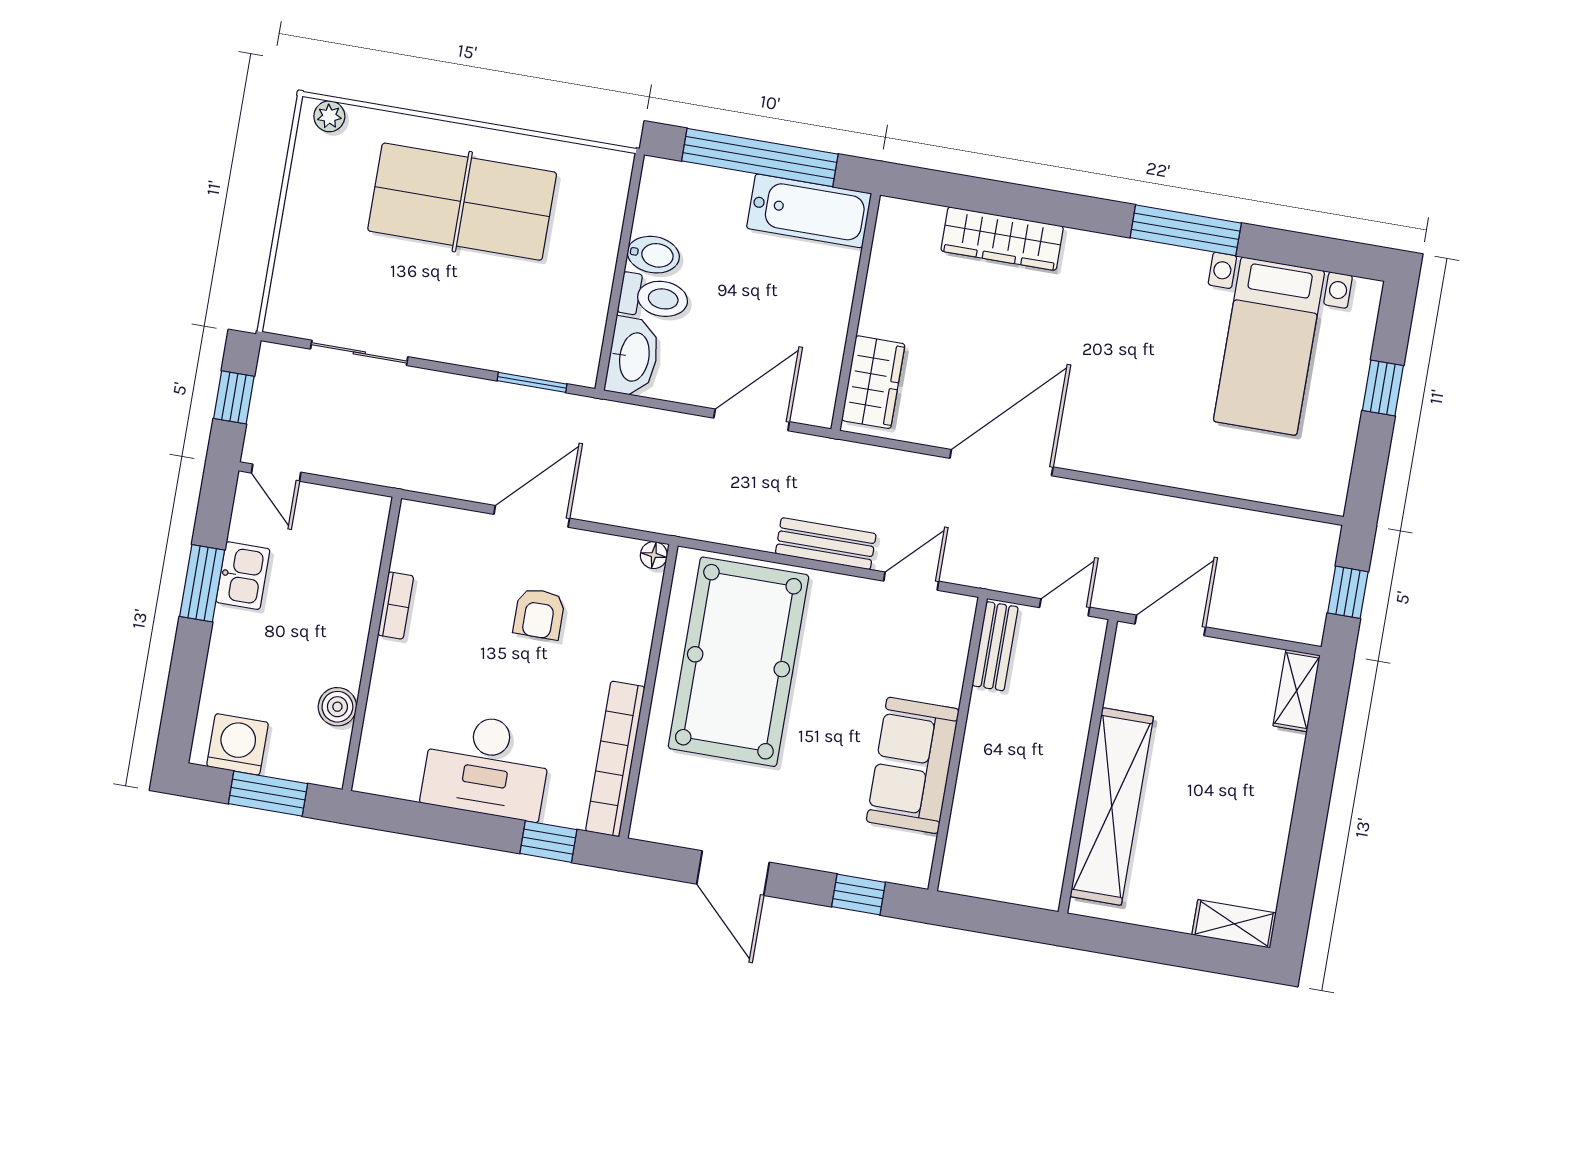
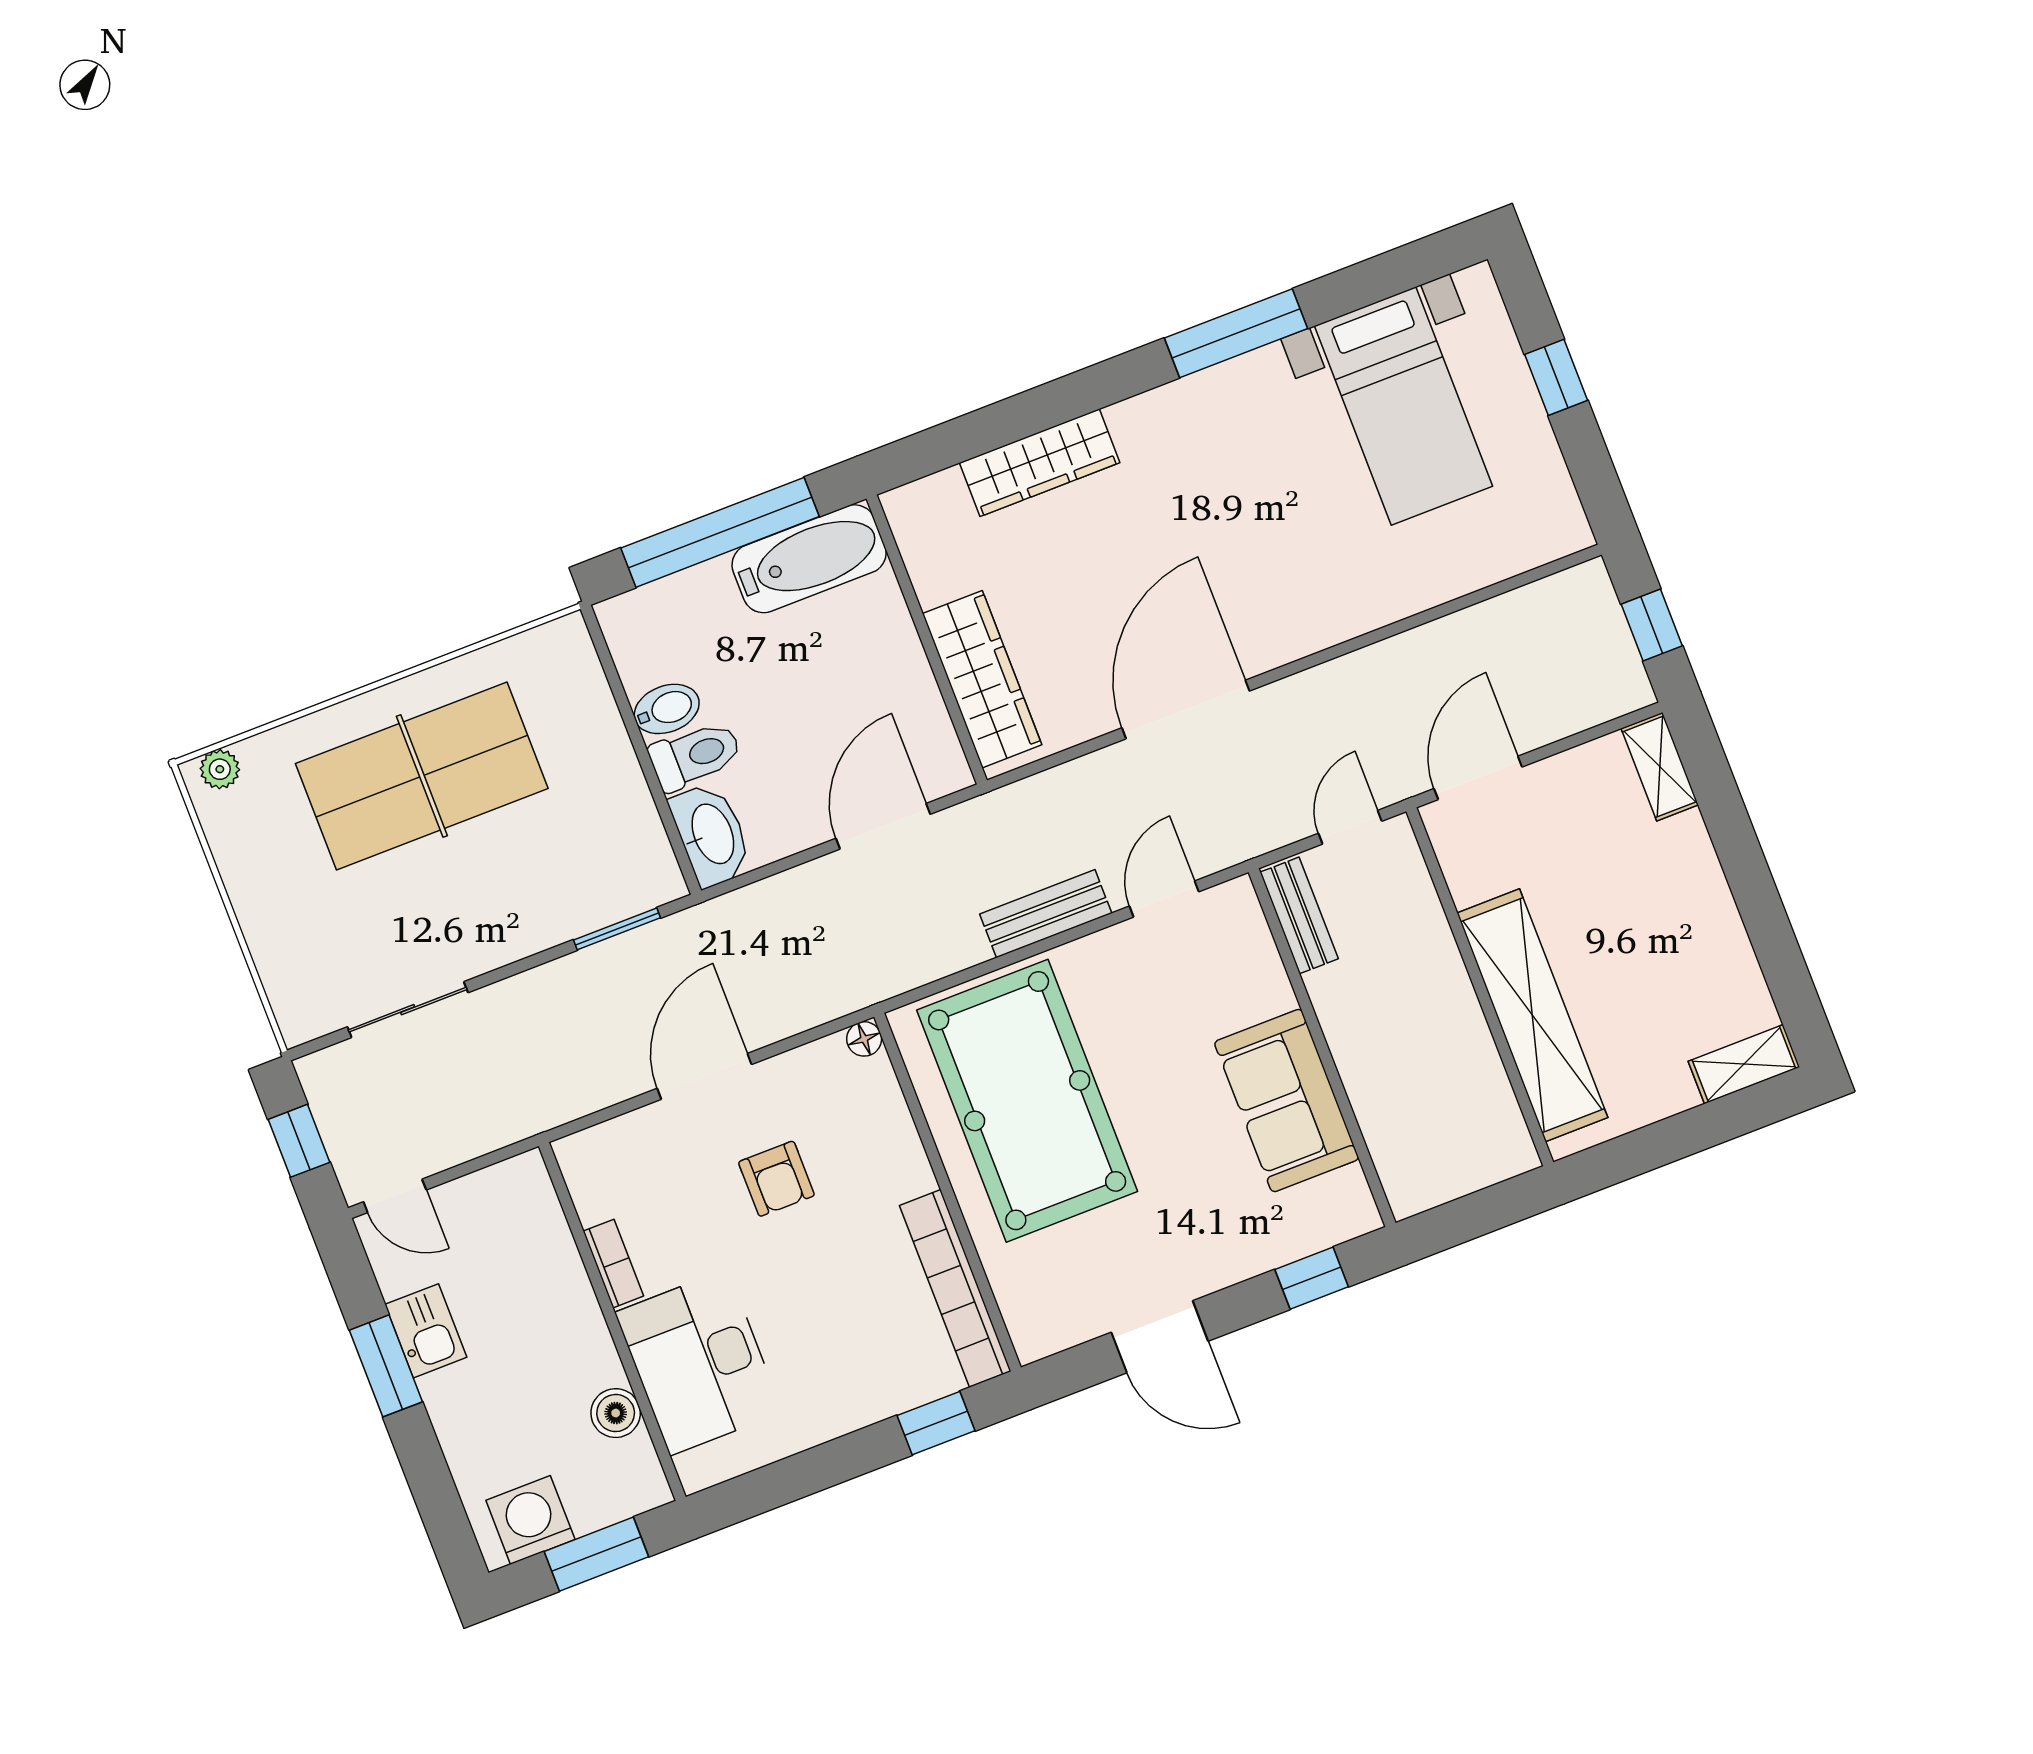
wardrobe: (873, 382) -> (982, 679), width x1.50
desk: (487, 766) -> (699, 1362), moved, turned 90

